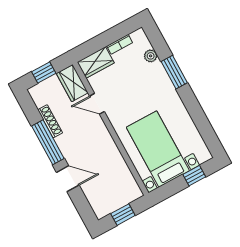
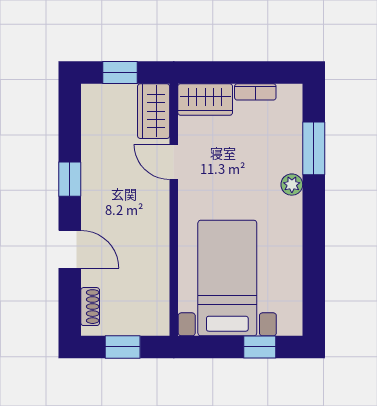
plant: (151, 56) -> (292, 185), moved
window: (174, 72) -> (314, 148), moved
shoe rack: (50, 121) -> (90, 307), moved, width x0.70
window: (48, 142) -> (70, 179), width x0.46

